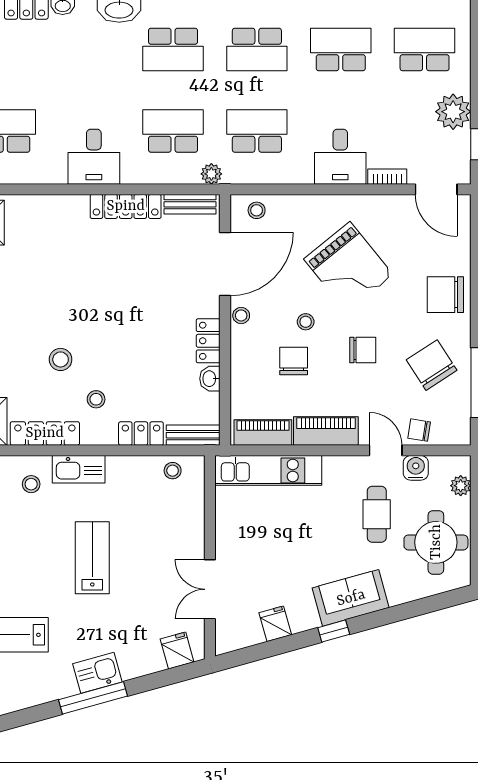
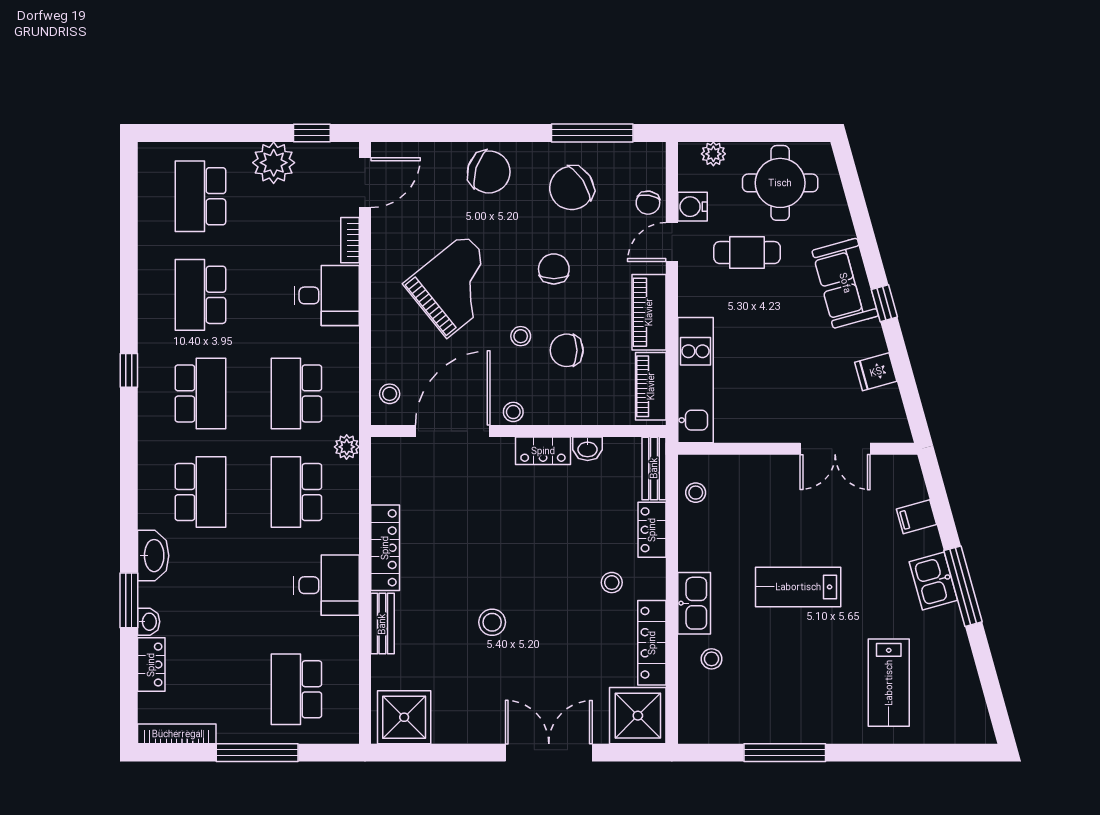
bench: (190, 204) -> (382, 624), moved
door: (225, 264) -> (453, 431), hinge flipped
chair: (445, 295) -> (489, 172), turned -72
stool: (61, 359) -> (492, 622), moved
fridge: (177, 650) -> (907, 487), removed
filing cabinet: (152, 658) -> (916, 517), added

